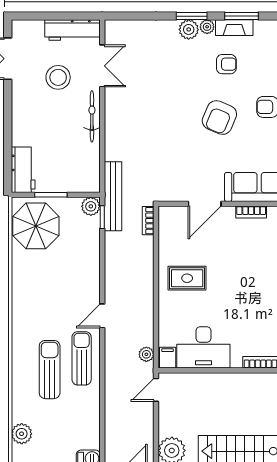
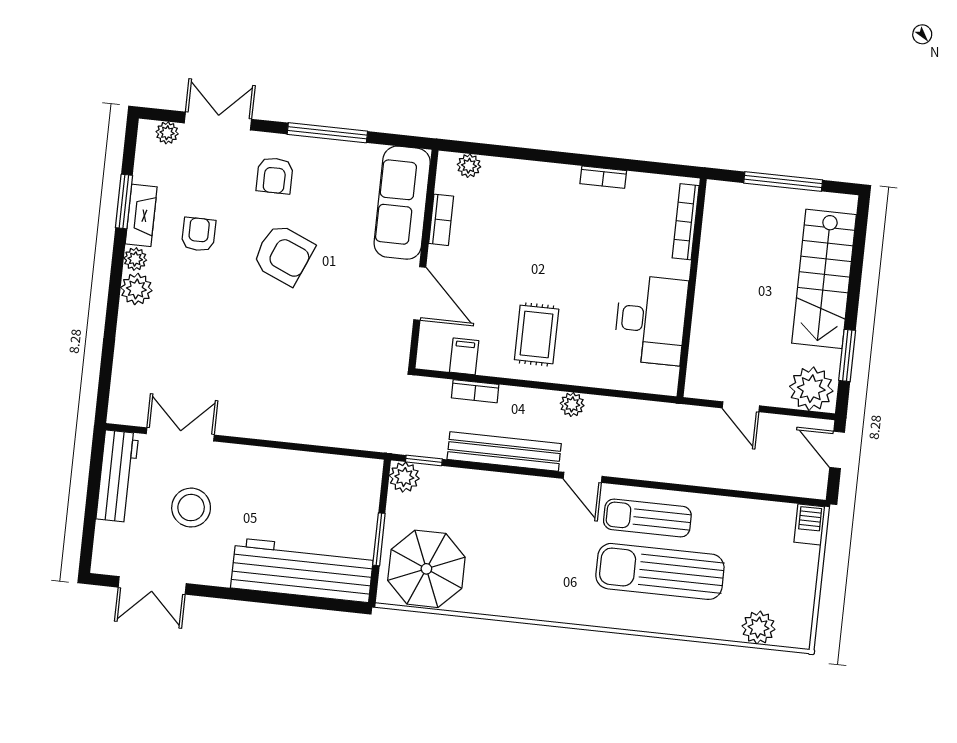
window: (192, 16) -> (115, 282), removed
bicycle: (92, 116) -> (260, 460), removed
workbench: (23, 170) -> (302, 570), width x1.88, depth x1.32
bench: (113, 196) -> (504, 451), moved
bookcase: (148, 221) -> (475, 391), moved
plant: (146, 354) -> (572, 404), moved
filing cabinet: (168, 358) -> (464, 356), moved, turned 90
sun lounger: (50, 370) -> (660, 571), width x1.36, depth x1.34
door: (156, 390) -> (741, 407), moved

